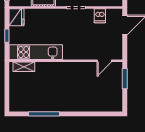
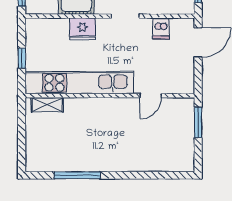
fridge: (17, 17) -> (83, 29), moved, turned 90
kitchen unit: (36, 52) -> (79, 83), width x1.36
door: (104, 61) -> (151, 96), moved

